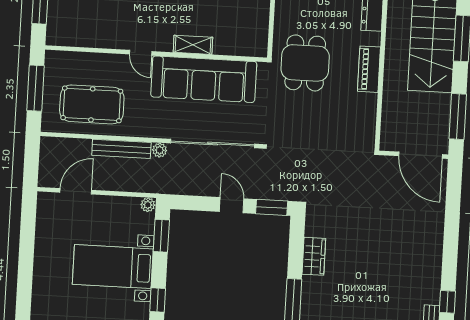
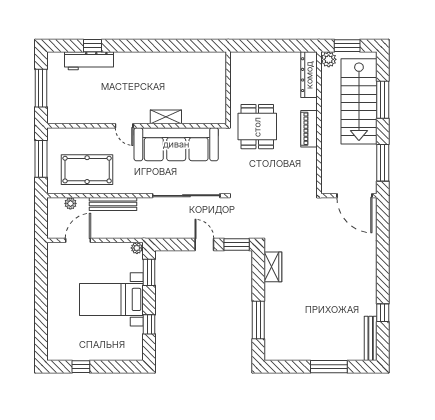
plant: (160, 150) -> (70, 203), moved
wardrobe: (314, 256) -> (273, 267), moved

